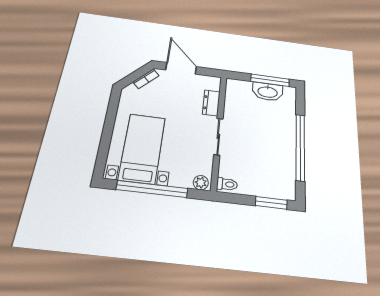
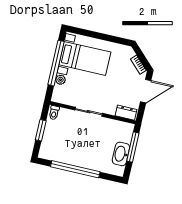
window: (270, 80) -> (133, 147), moved
dresser: (211, 103) -> (126, 113), moved
plant: (201, 183) -> (61, 80), moved
window: (271, 203) -> (41, 130), moved

